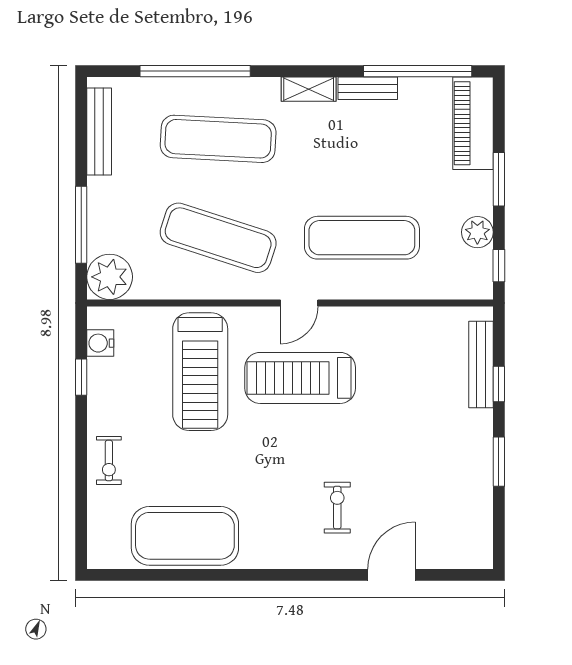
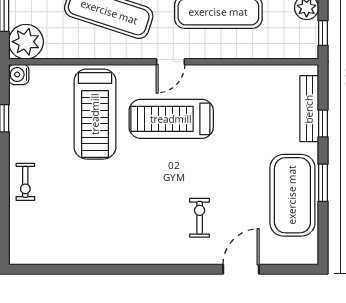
water cooler: (100, 343) -> (19, 74), moved
exercise mat: (185, 536) -> (292, 195), moved, turned 90

